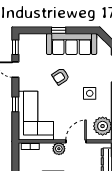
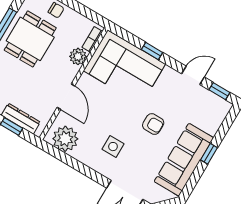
armchair: (61, 77) -> (153, 124), turned 123
plant: (59, 149) -> (78, 56), moved

